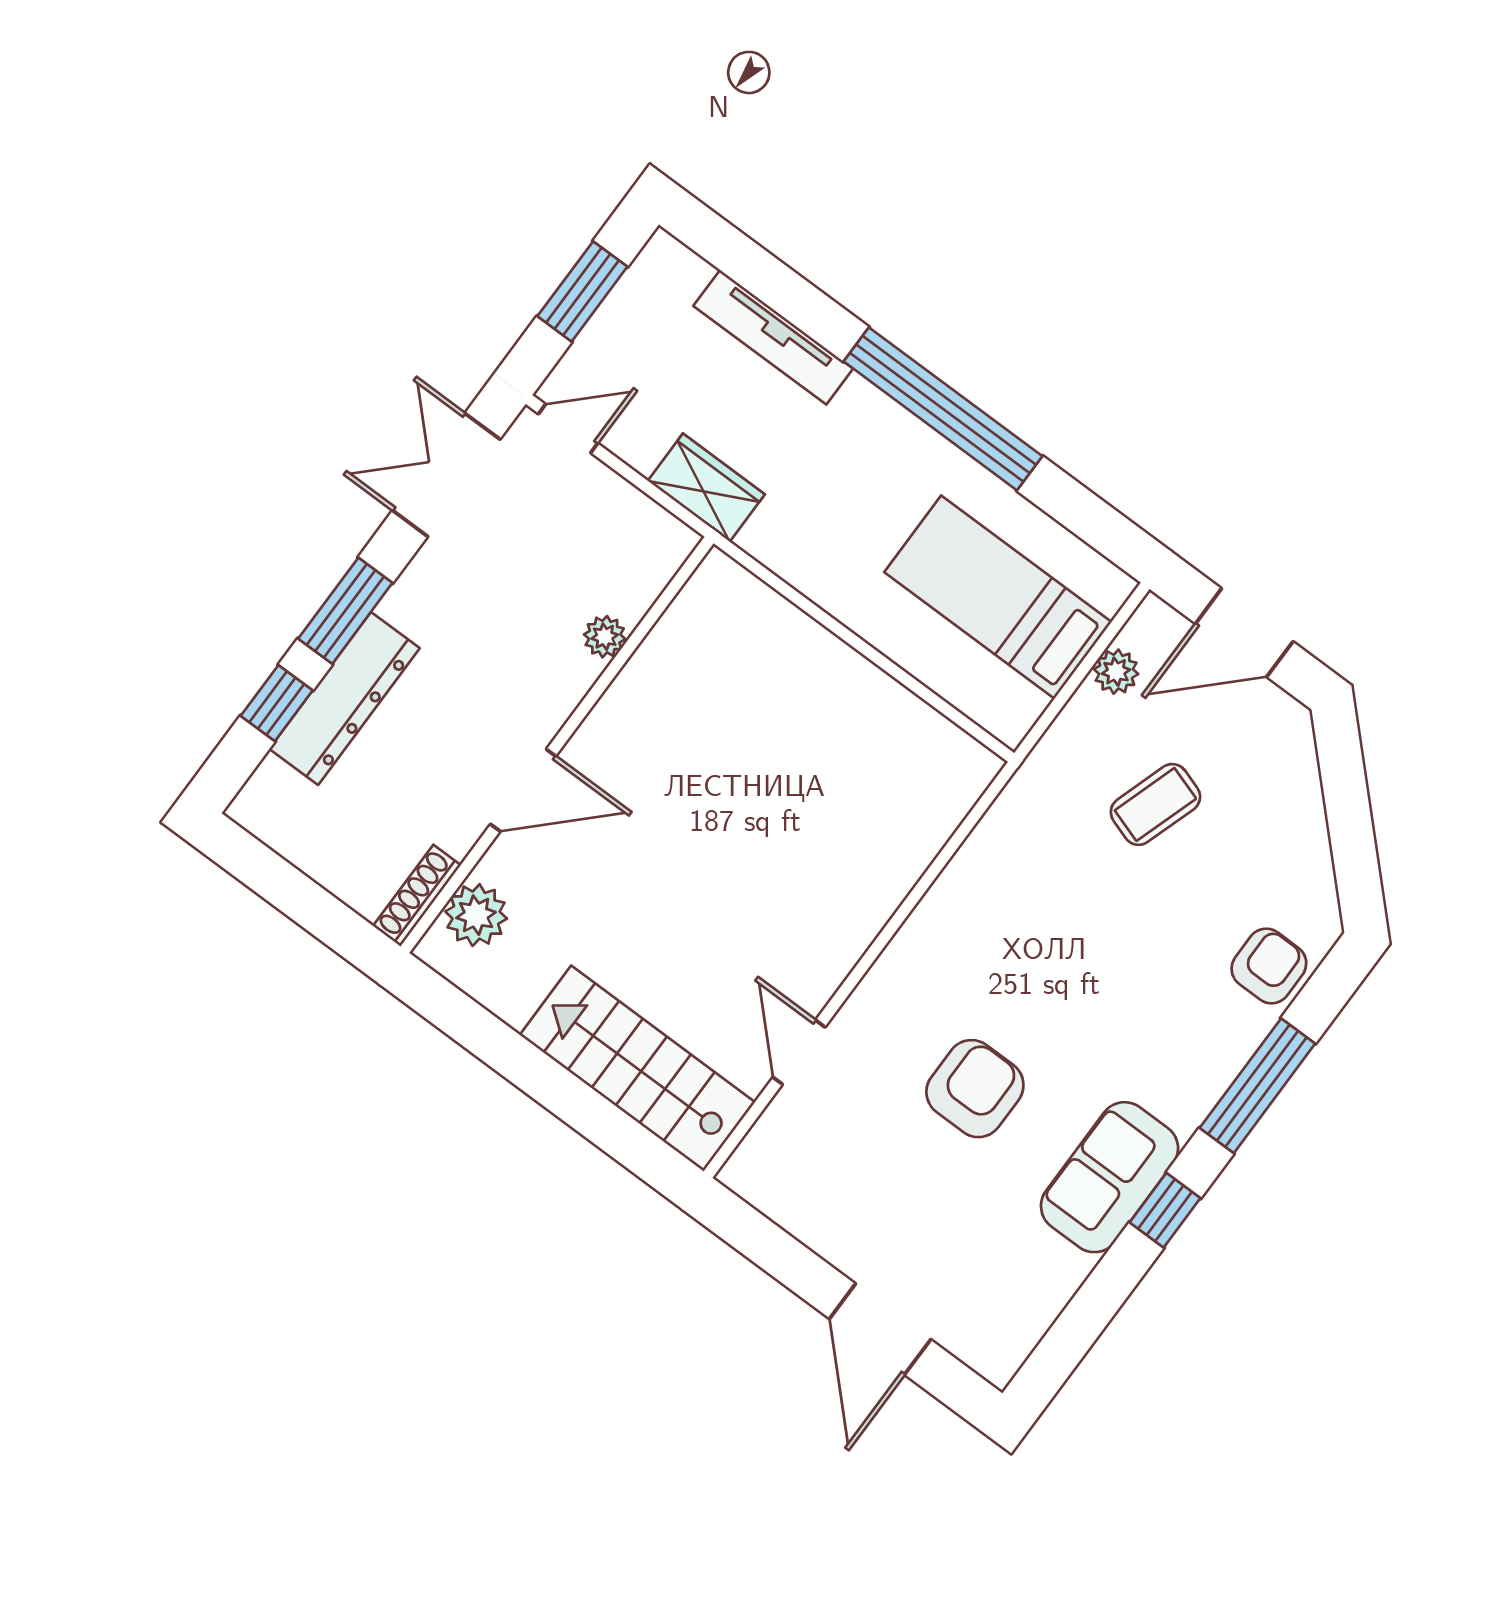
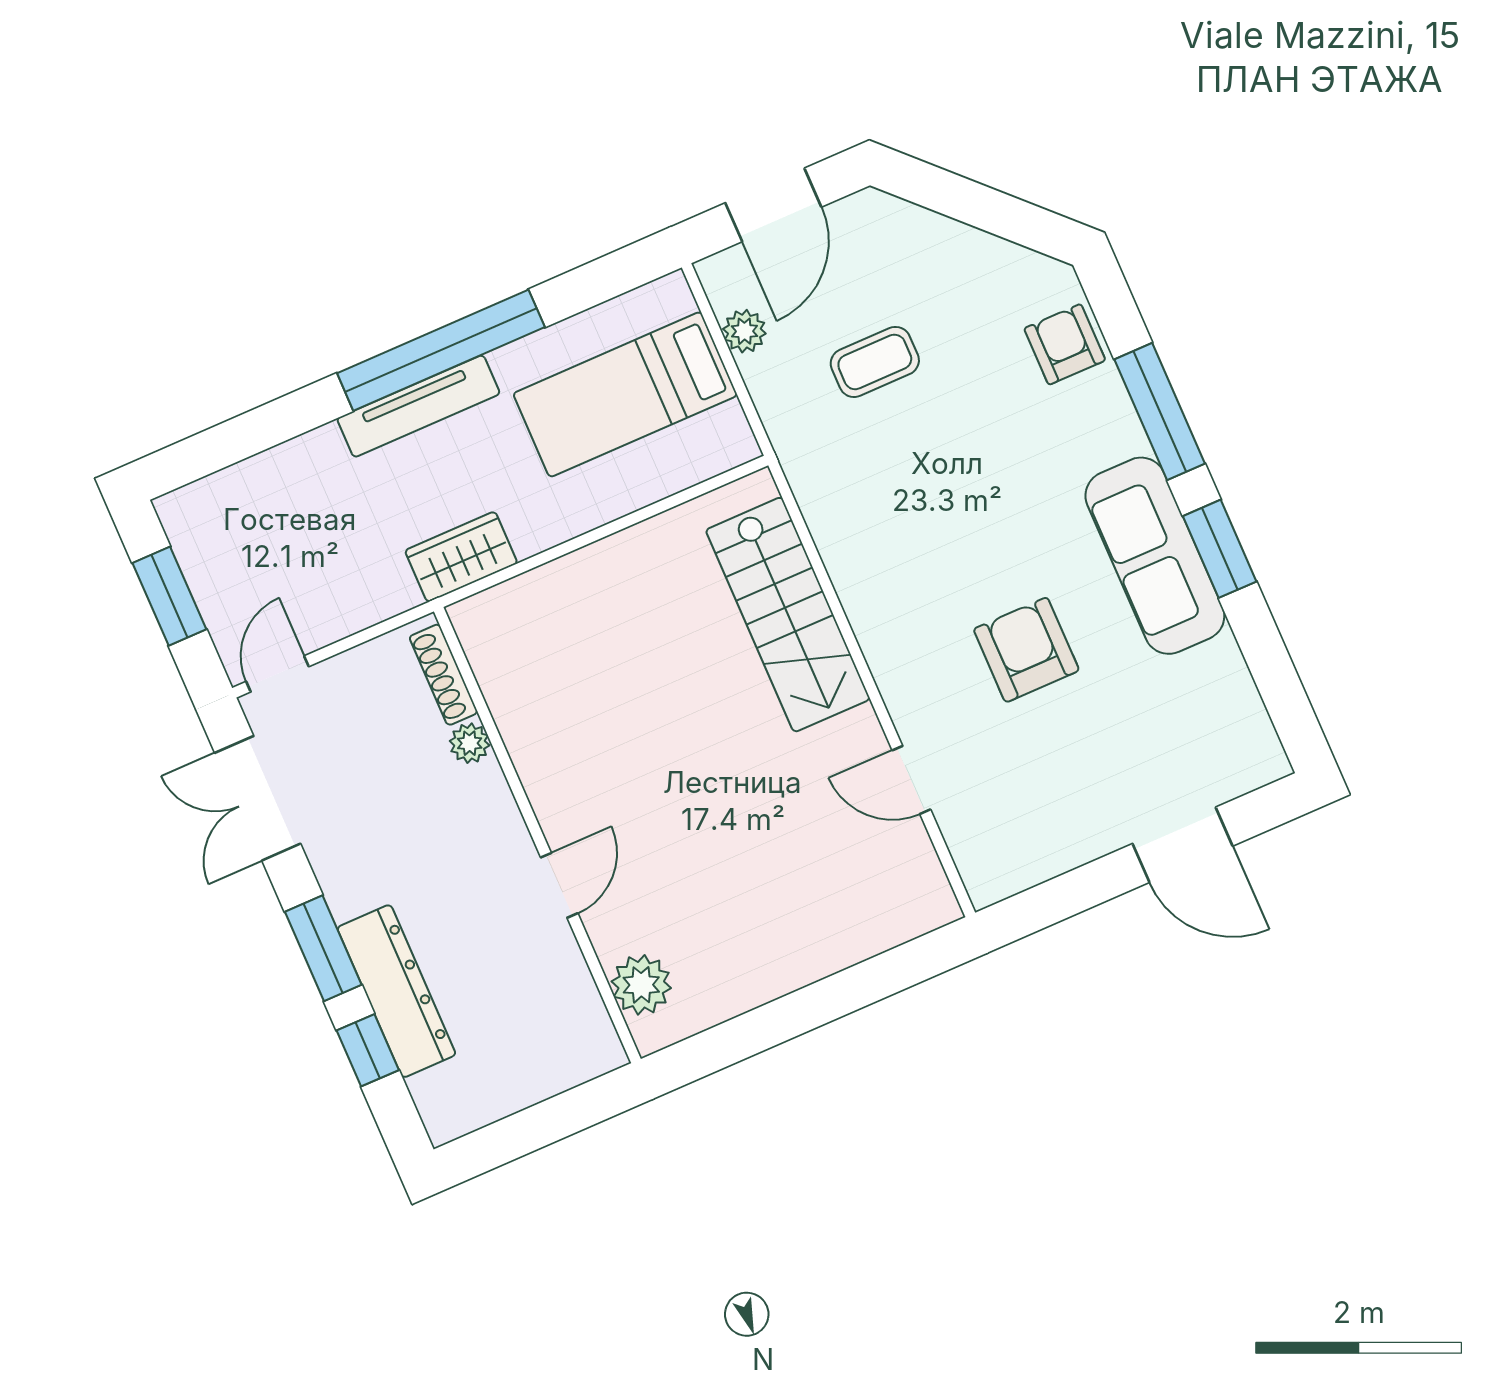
tv unit: (773, 337) -> (418, 406), moved
wardrobe: (706, 488) -> (461, 557), moved
door: (523, 790) -> (559, 885), width x0.73
coffee table: (1155, 804) -> (875, 362), turned 72
shoe rack: (417, 896) -> (443, 675), moved
stairs: (637, 1068) -> (788, 615), moved, turned -90
sofa: (1110, 1177) -> (1155, 556), width x1.36
window: (1165, 1210) -> (1220, 549), width x1.50

